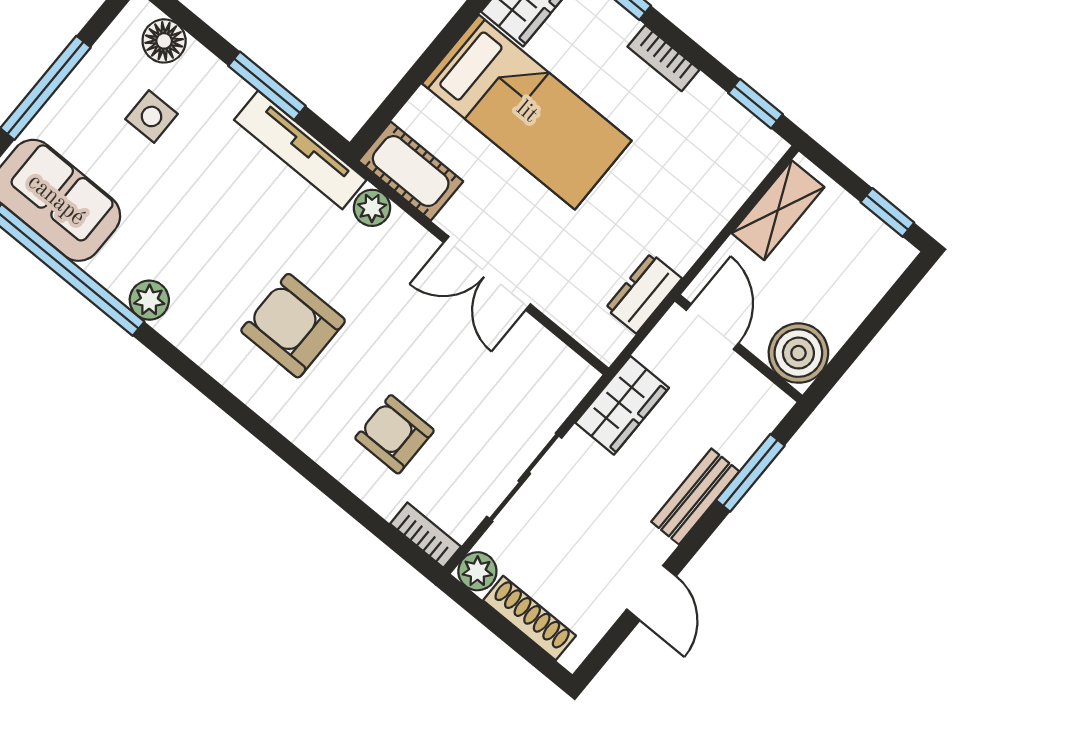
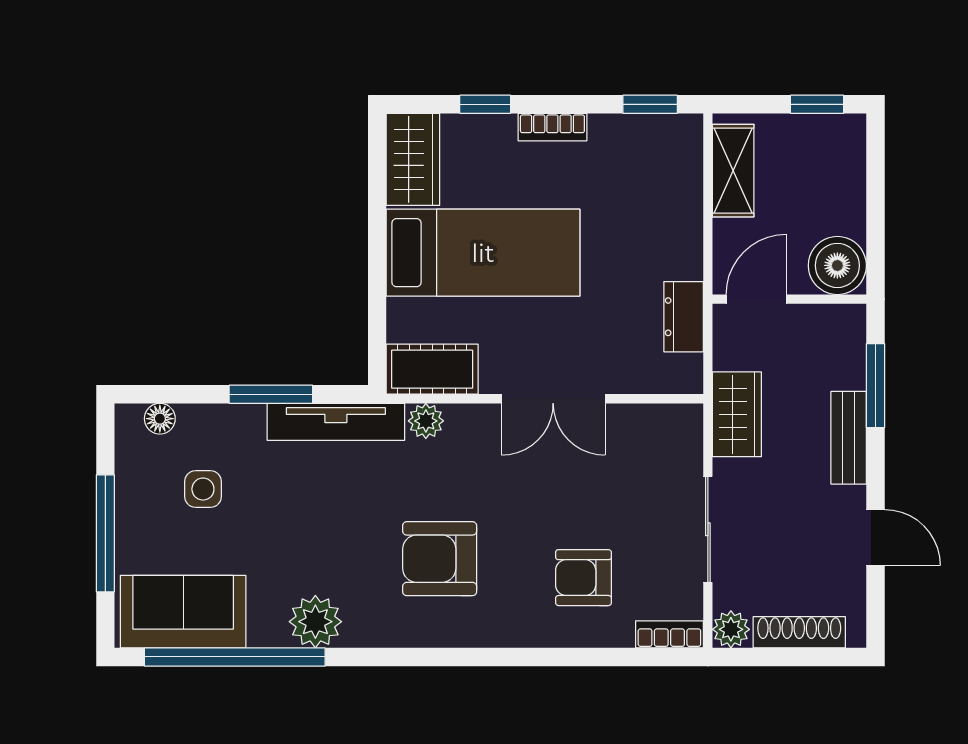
floor lamp: (164, 41) -> (160, 419), width x0.73, depth x0.73
plant: (149, 300) -> (315, 622), width x1.38, depth x1.38
door: (712, 327) -> (756, 299), hinge flipped

